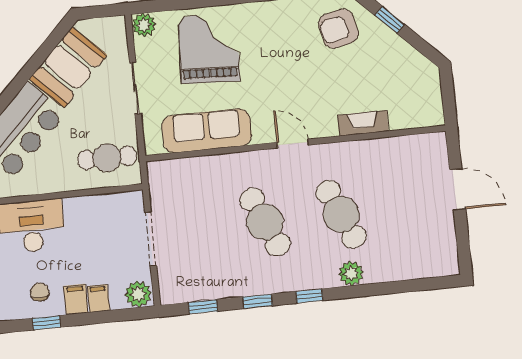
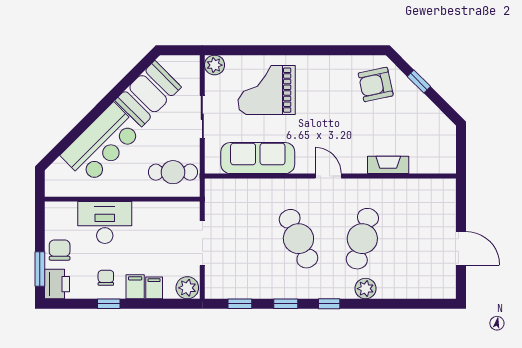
grand piano: (209, 49) -> (267, 90), turned -93
door: (458, 190) -> (461, 248), moved
cafe table: (341, 214) -> (362, 239), turned 39

